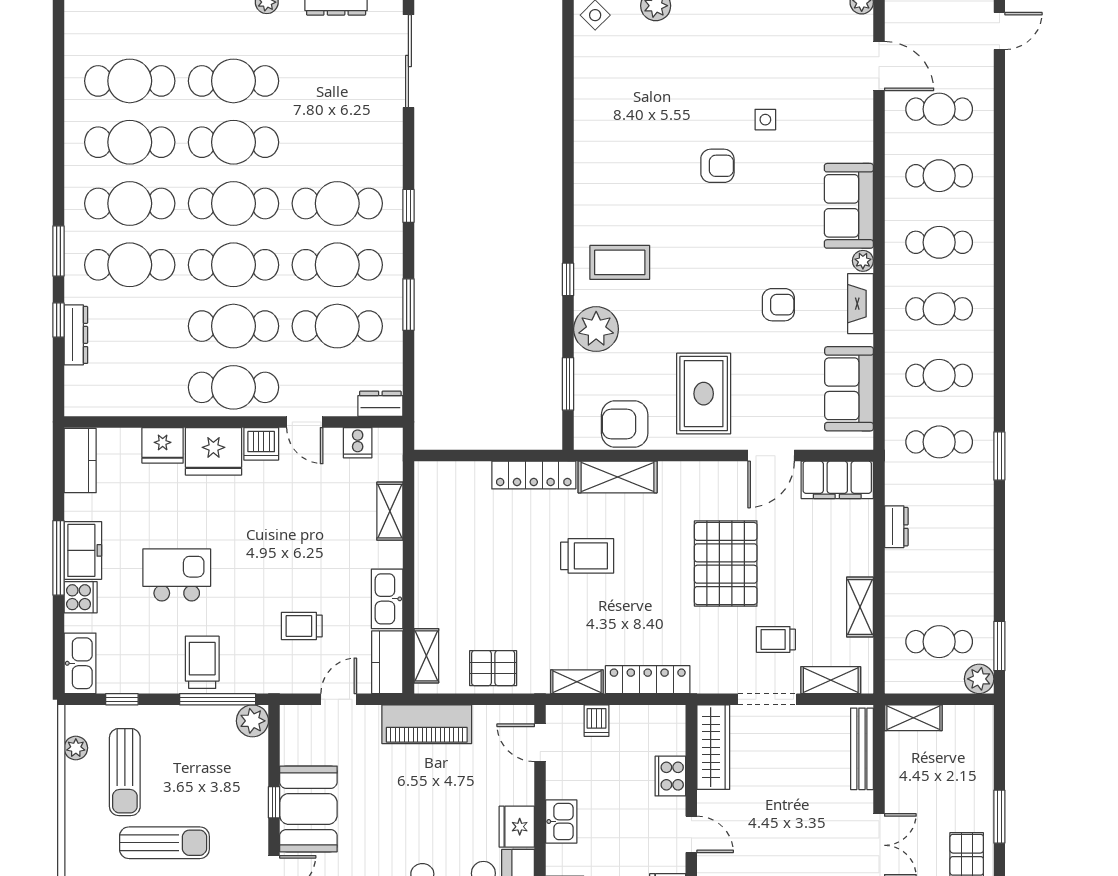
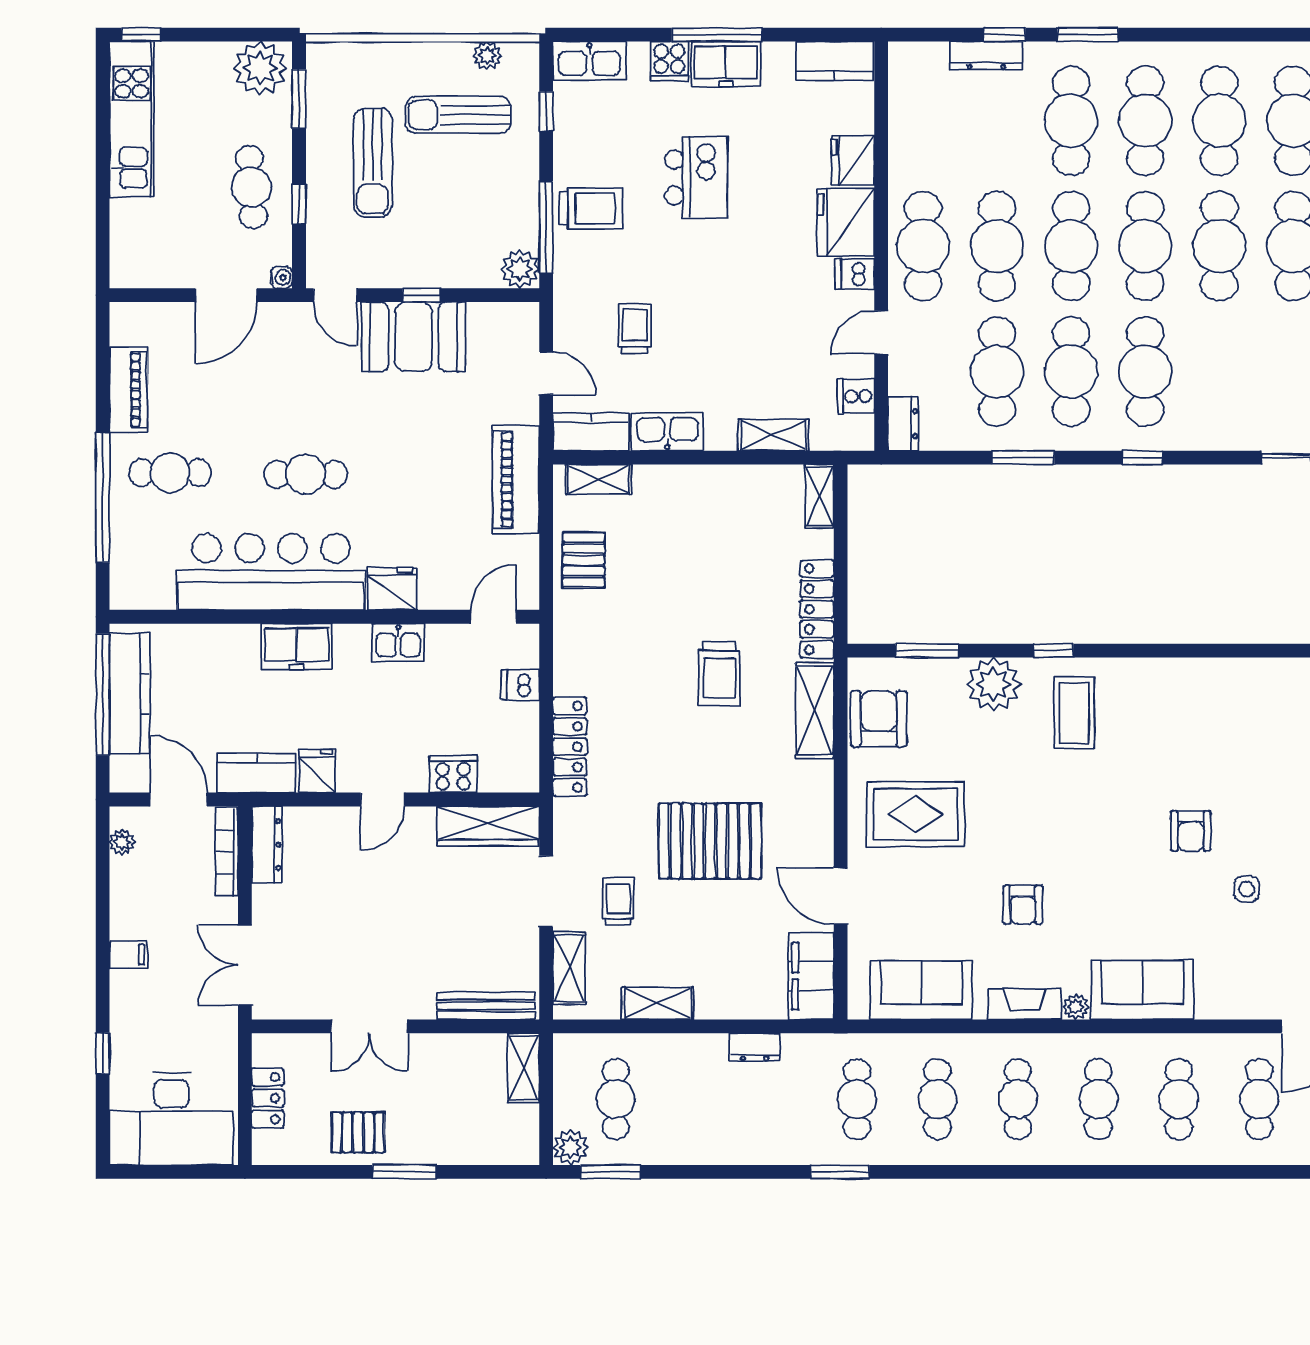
dishwasher: (261, 444) -> (855, 274), width x0.73
shelving: (577, 682) -> (820, 496), moved

